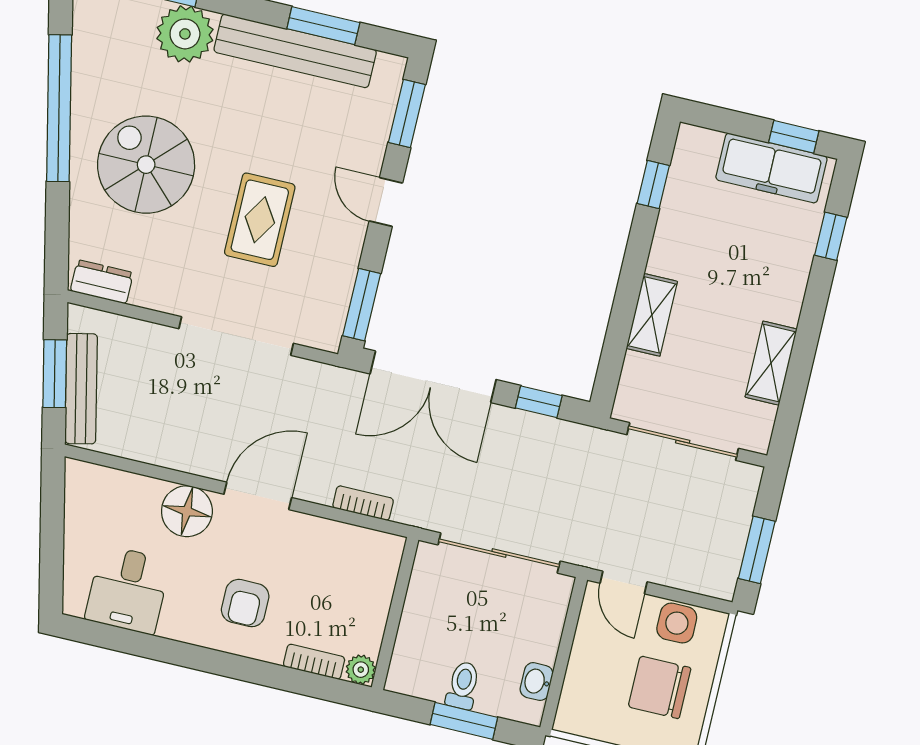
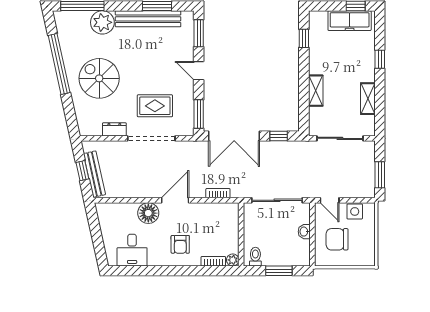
rug: (260, 220) -> (155, 106), moved, turned 90
window: (831, 236) -> (380, 59), moved
dresser: (102, 282) -> (114, 129), moved
window: (55, 374) -> (82, 171), width x0.67
washbasin: (537, 682) -> (304, 232), moved
toilet: (463, 685) -> (255, 257), moved
chair: (660, 687) -> (337, 239), moved

